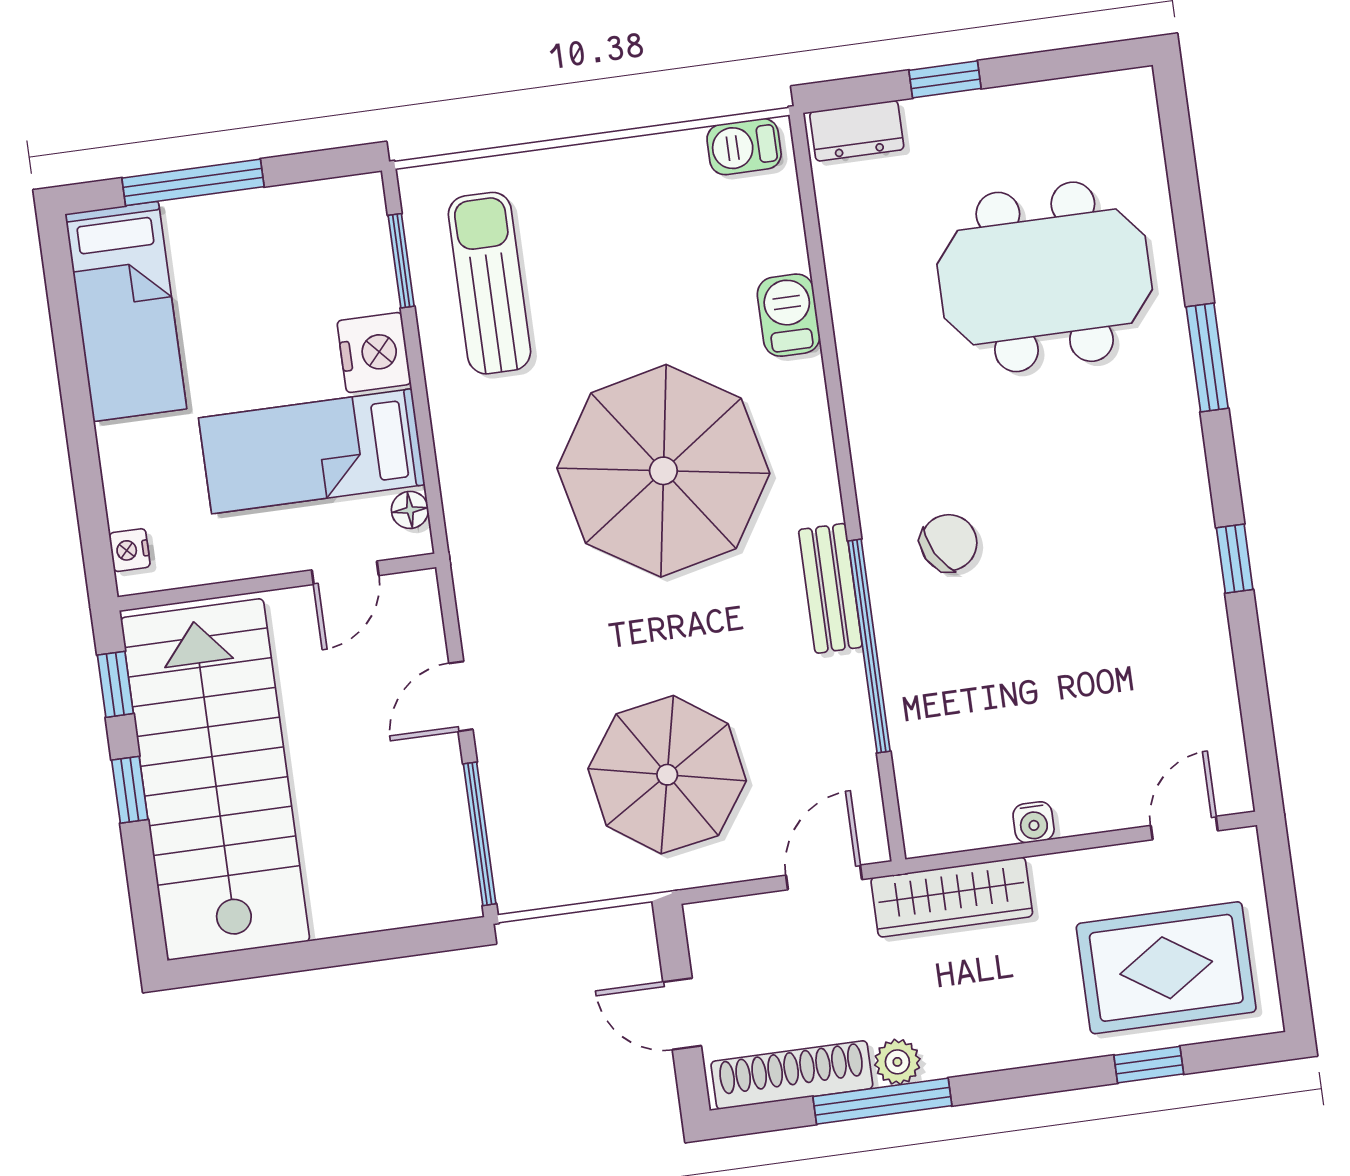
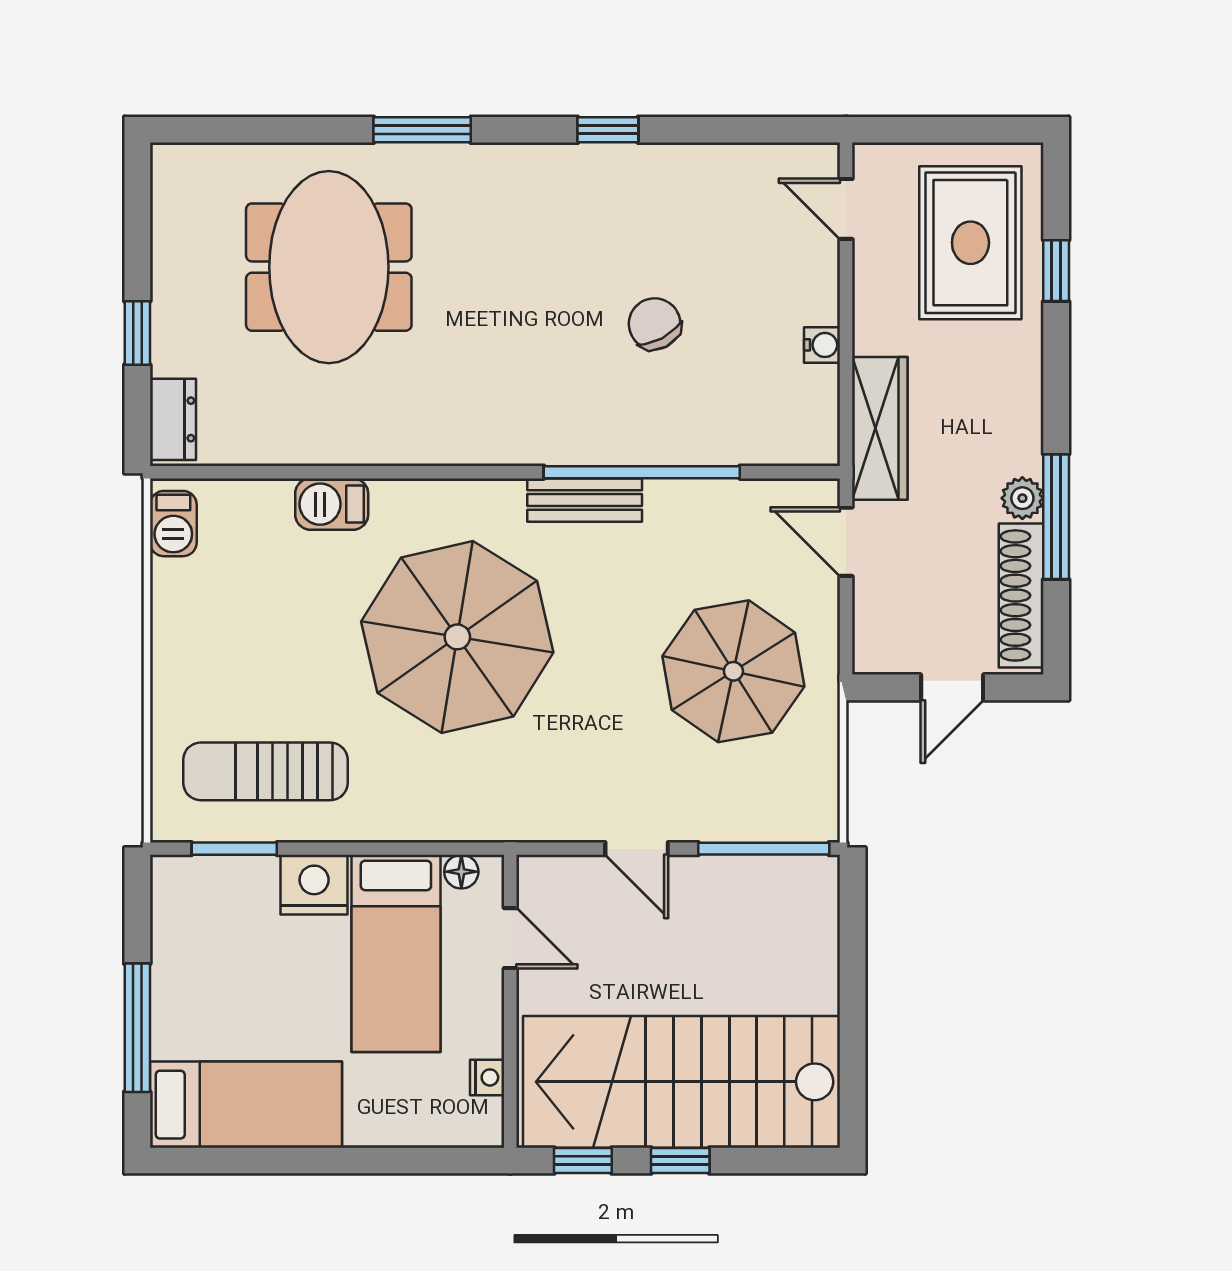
chair: (949, 543) -> (655, 324), moved
nightstand: (130, 550) -> (487, 1077), moved, turned -90

